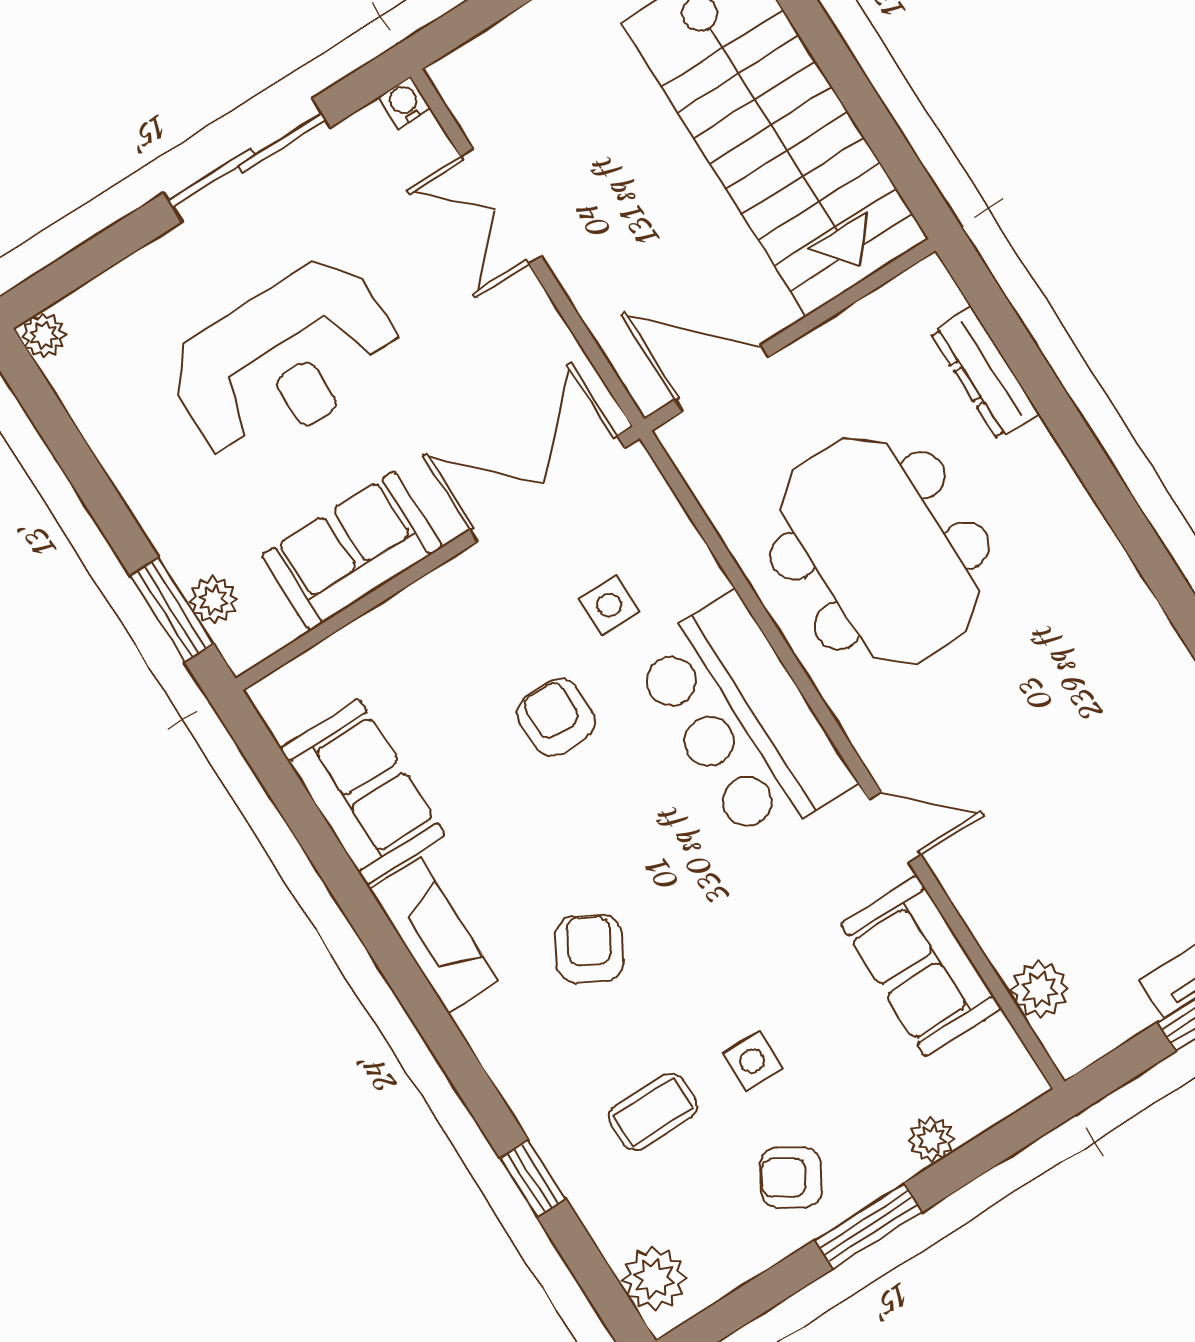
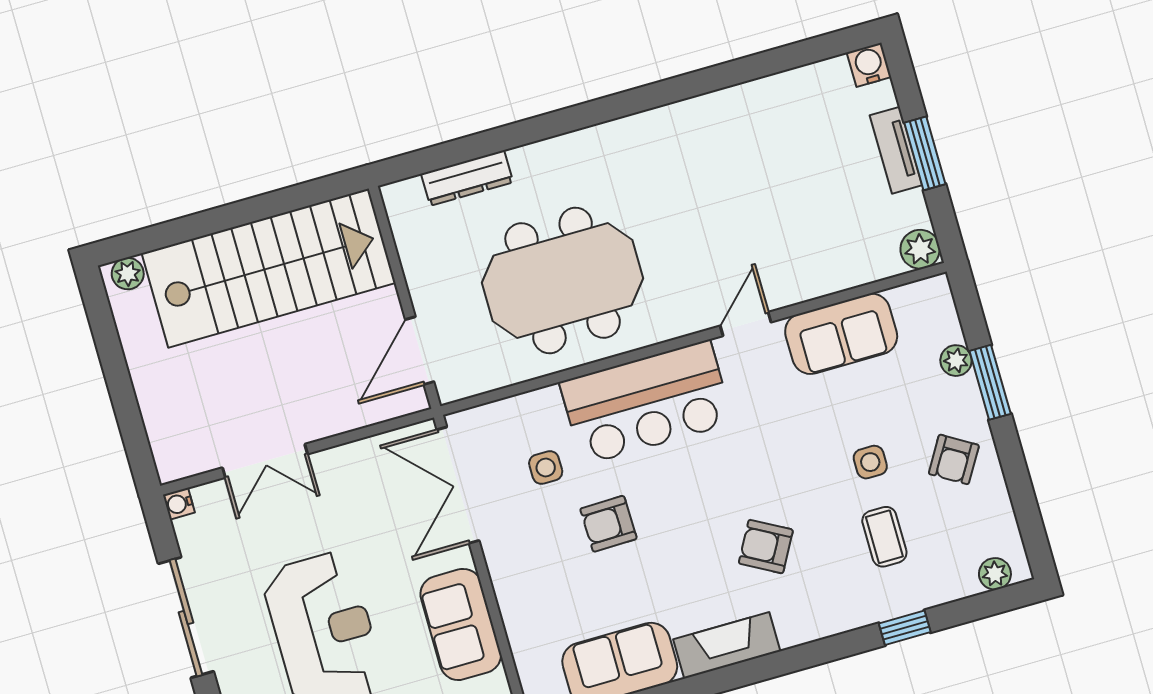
plant: (1040, 989) -> (920, 249), moved
window: (868, 1226) -> (990, 382), moved
plant: (654, 1279) -> (995, 574), width x0.73, depth x0.73

